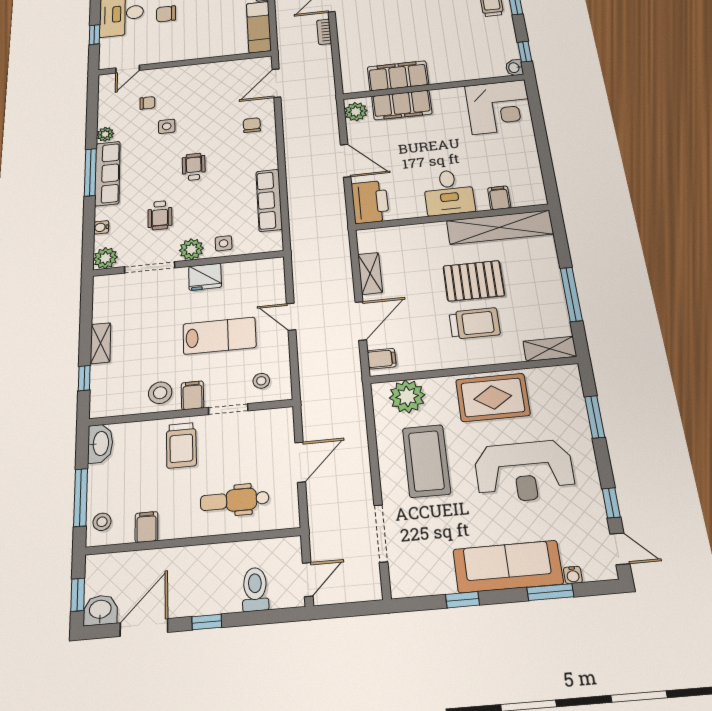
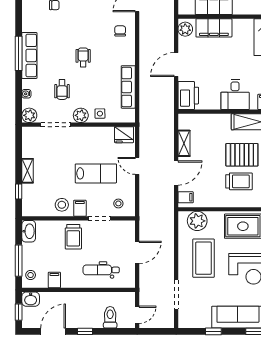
side table: (167, 126) -> (67, 25), removed
plant: (105, 134) -> (27, 26), removed
door: (346, 161) -> (176, 65), swing flipped
fridge: (205, 277) -> (124, 135), moved
washbasin: (100, 610) -> (31, 299), moved, turned 180

